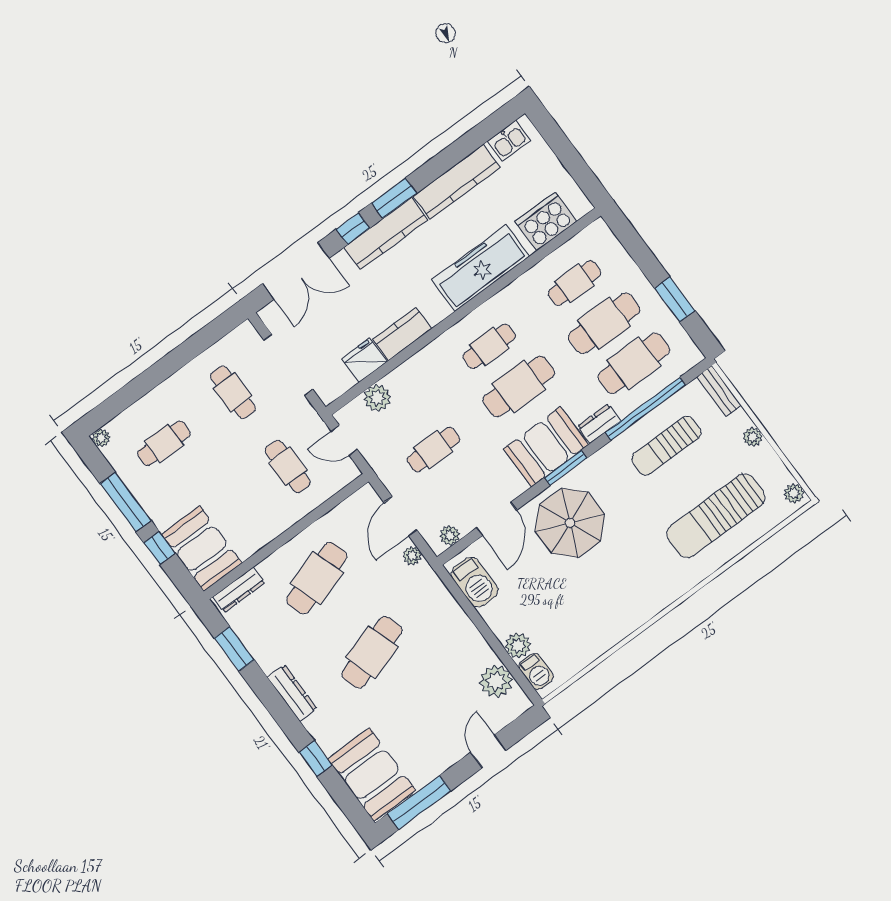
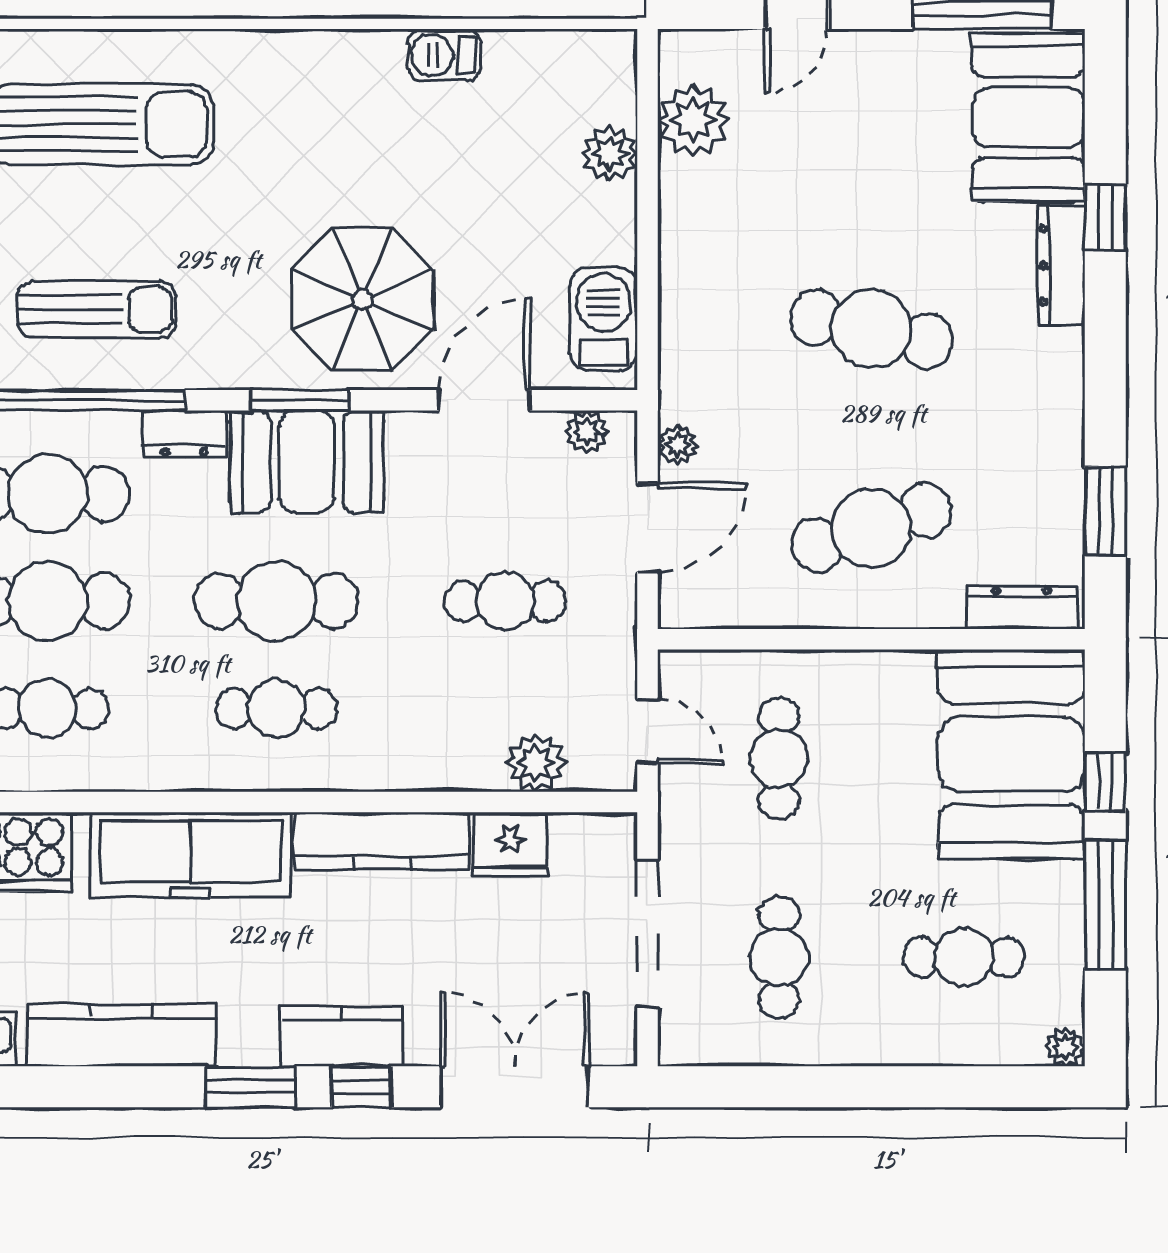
kitchen counter: (386, 234) -> (341, 1036), width x0.67
kitchen counter: (402, 334) -> (382, 841), width x1.50
booth: (202, 549) -> (1011, 754), width x1.36, depth x1.42
cafe table: (372, 652) -> (871, 329), turned 30
barbecue: (536, 671) -> (444, 55), moved, turned -90
dresser: (292, 693) -> (1062, 265), moved

